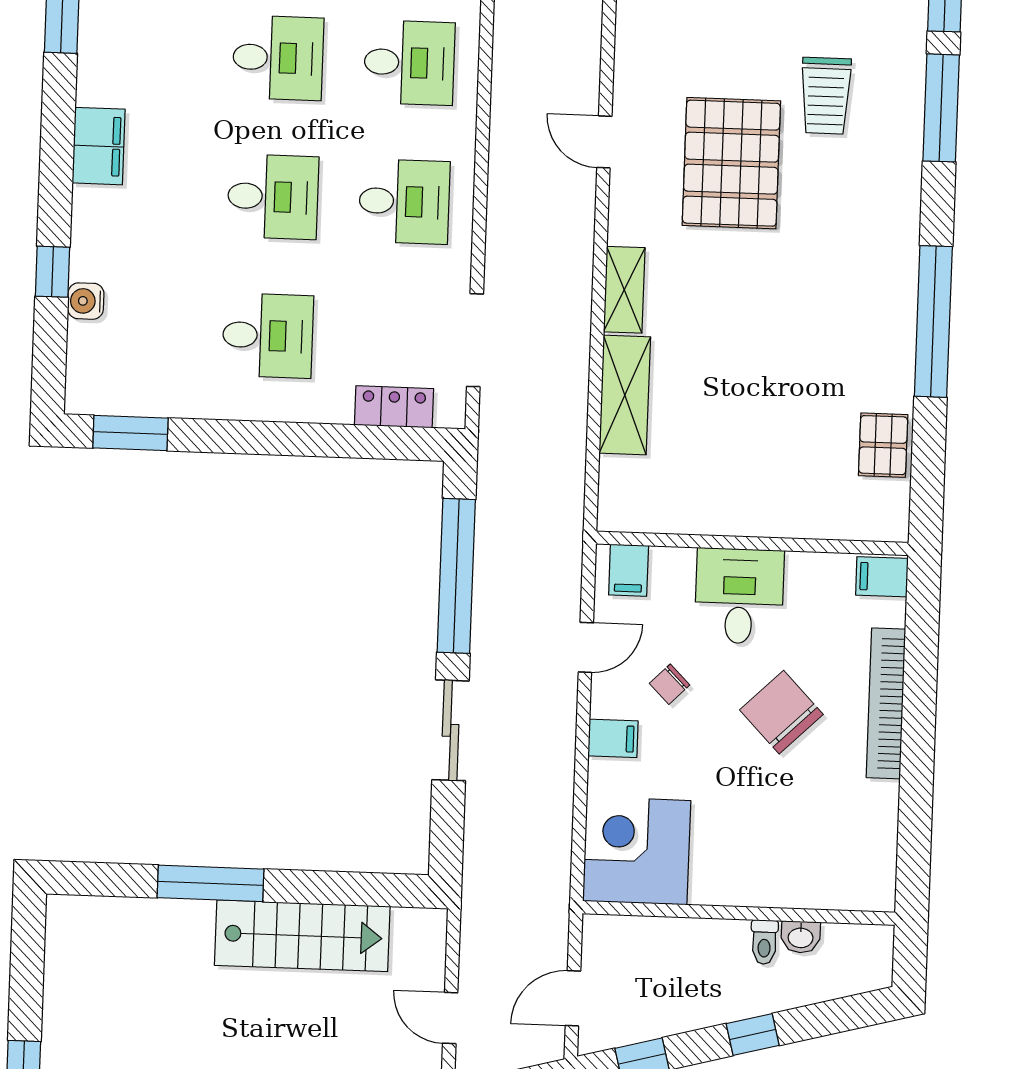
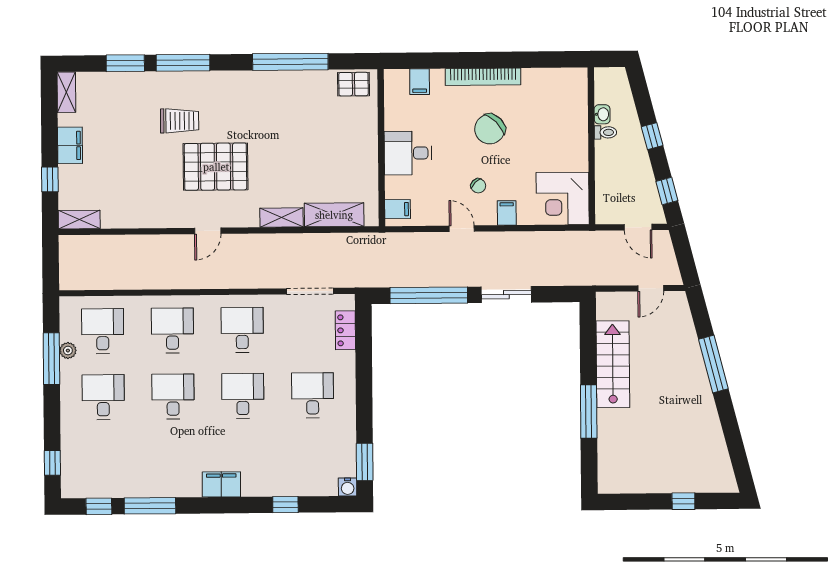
water cooler: (86, 301) -> (348, 487), moved
wall: (752, 543) -> (381, 148), moved
filing cabinet: (629, 570) -> (398, 209), moved
desk: (739, 596) -> (408, 153), moved

